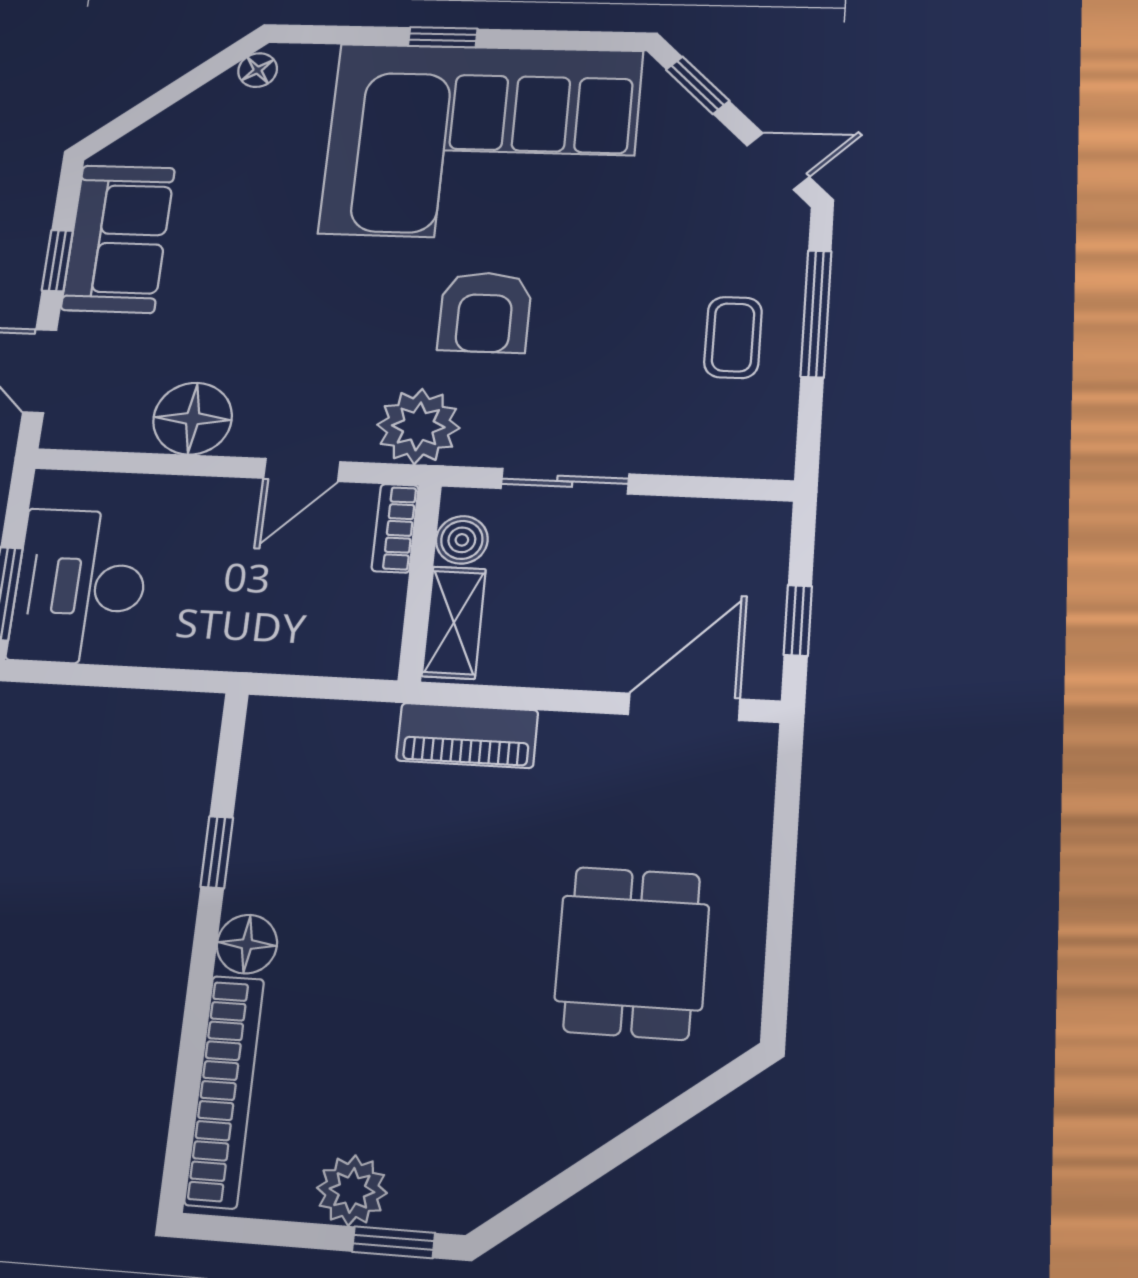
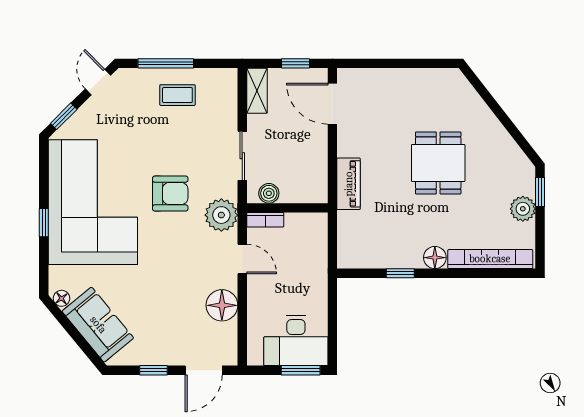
sofa: (118, 239) -> (98, 325), moved, turned 50
shelving: (454, 623) -> (257, 91), moved, turned 90
dining table: (632, 953) -> (438, 163), moved, turned 90

